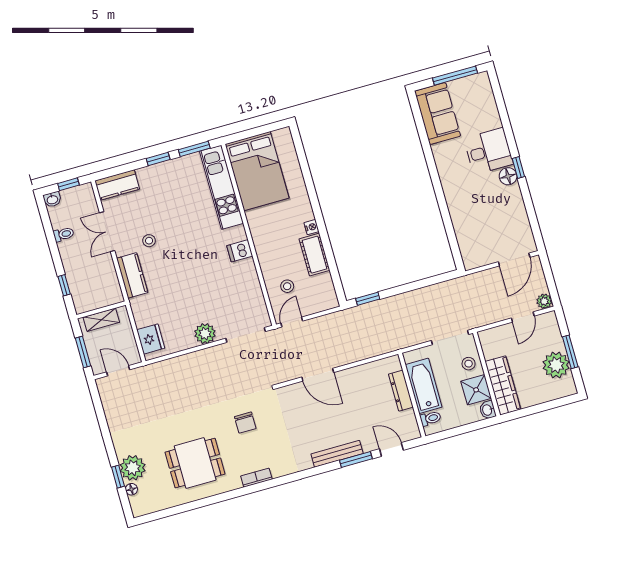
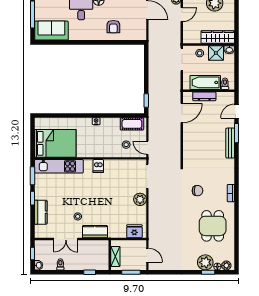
kitchen counter: (117, 185) -> (41, 212), moved
armchair: (472, 212) -> (113, 27), added
cot: (314, 255) -> (132, 124), moved
door: (523, 317) -> (182, 15), hinge flipped
door: (118, 371) -> (147, 255), swing flipped
door: (318, 375) -> (182, 113), moved
plant: (137, 503) -> (226, 266), added

